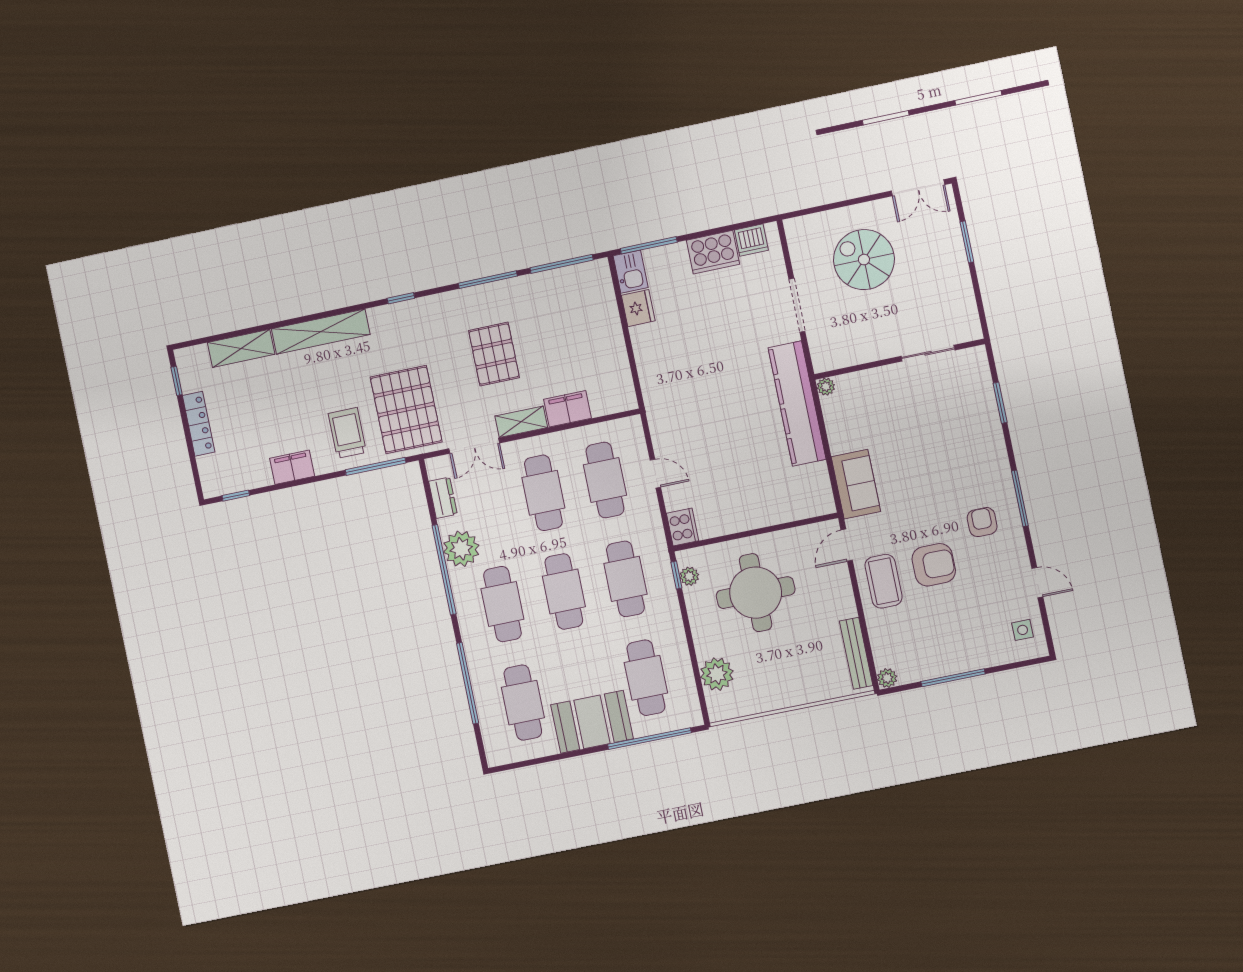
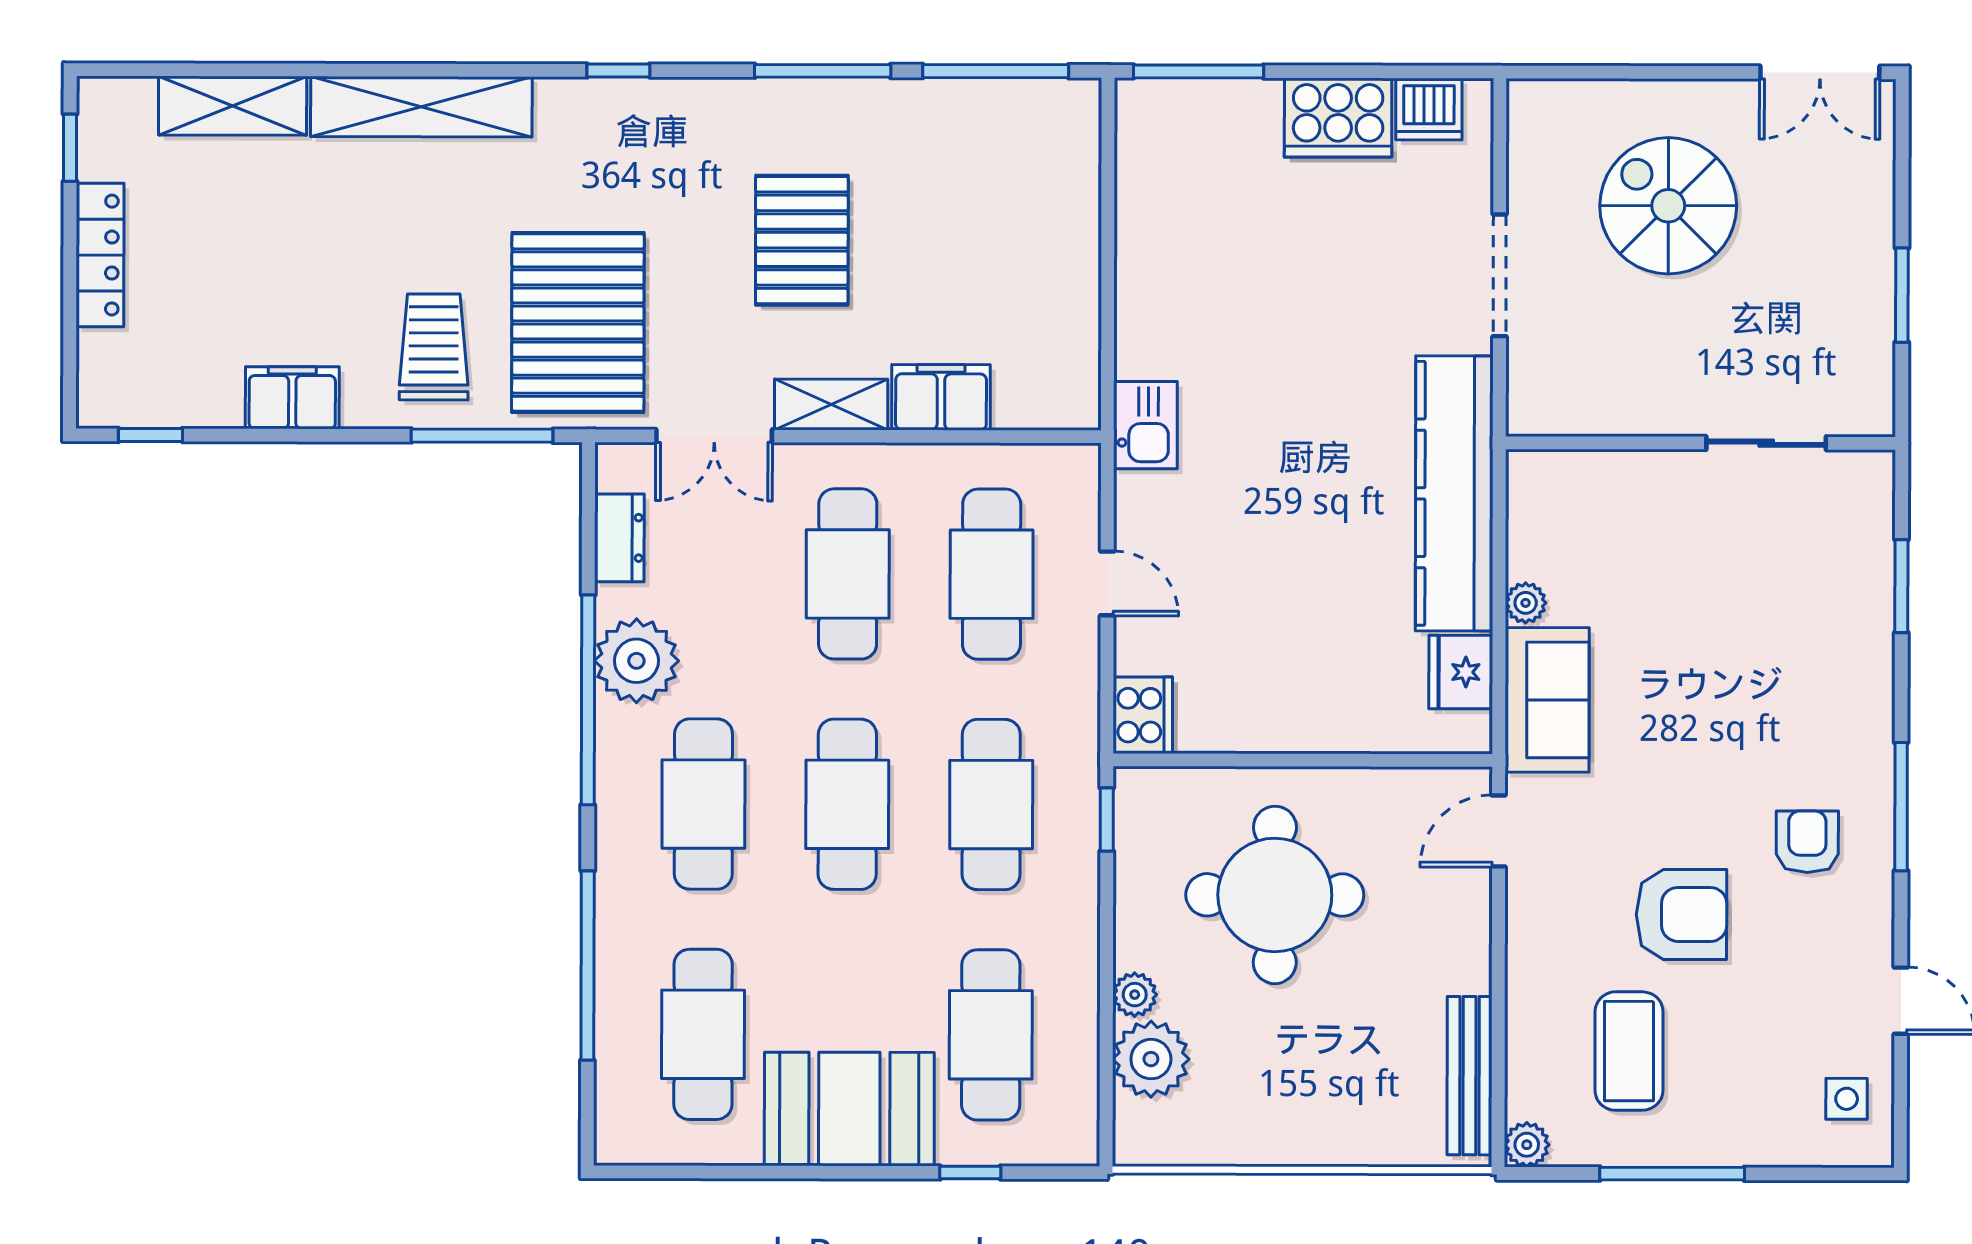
window: (967, 242) -> (1902, 295), moved
kitchen sink: (631, 272) -> (1145, 425), moved
fridge: (638, 308) -> (1461, 672), moved, turned 180
plant: (826, 387) -> (1526, 603), moved
plant: (689, 576) -> (1135, 995), moved
coffee table: (884, 581) -> (1629, 1051), moved
window: (649, 739) -> (970, 1172), width x0.32

